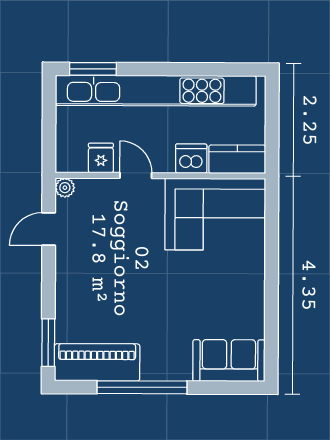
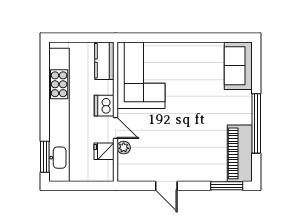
dishwasher: (191, 159) -> (104, 106), moved
door: (136, 176) -> (116, 128), swing flipped
plant: (65, 188) -> (124, 148), moved
door: (49, 229) -> (166, 186), moved

